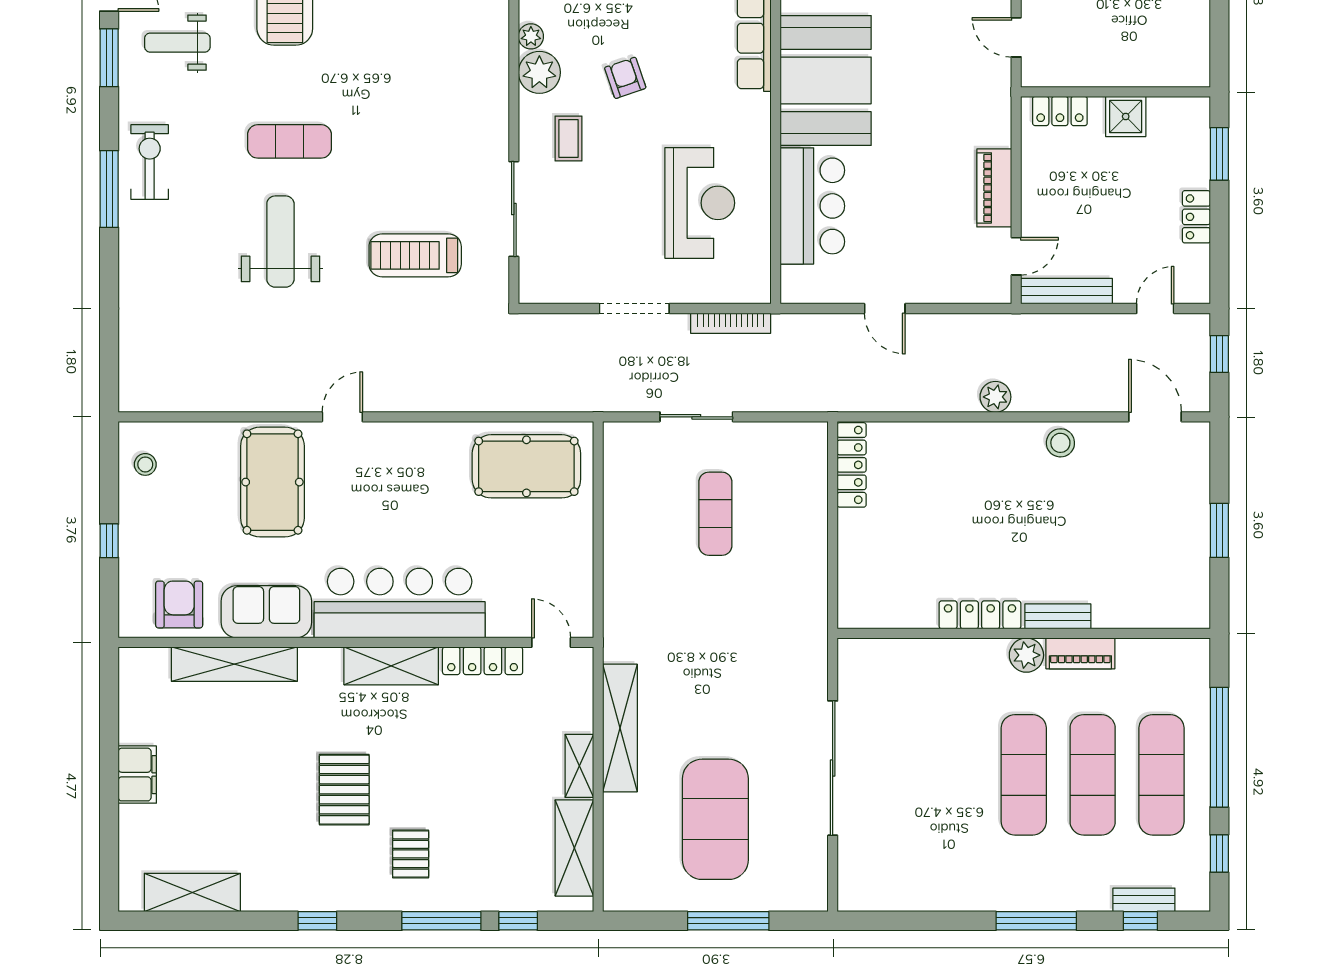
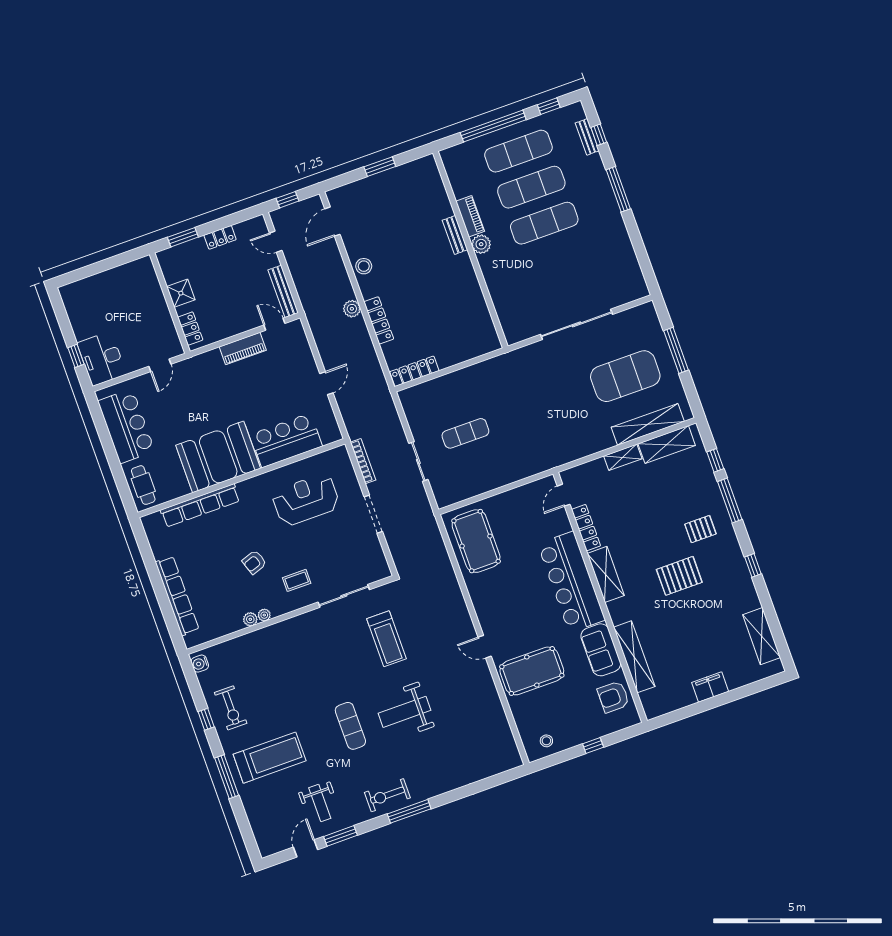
plant: (539, 72) -> (264, 615), width x0.53, depth x0.53
locker: (980, 615) -> (379, 320), moved, turned 180
shelving: (620, 728) -> (648, 424), moved

